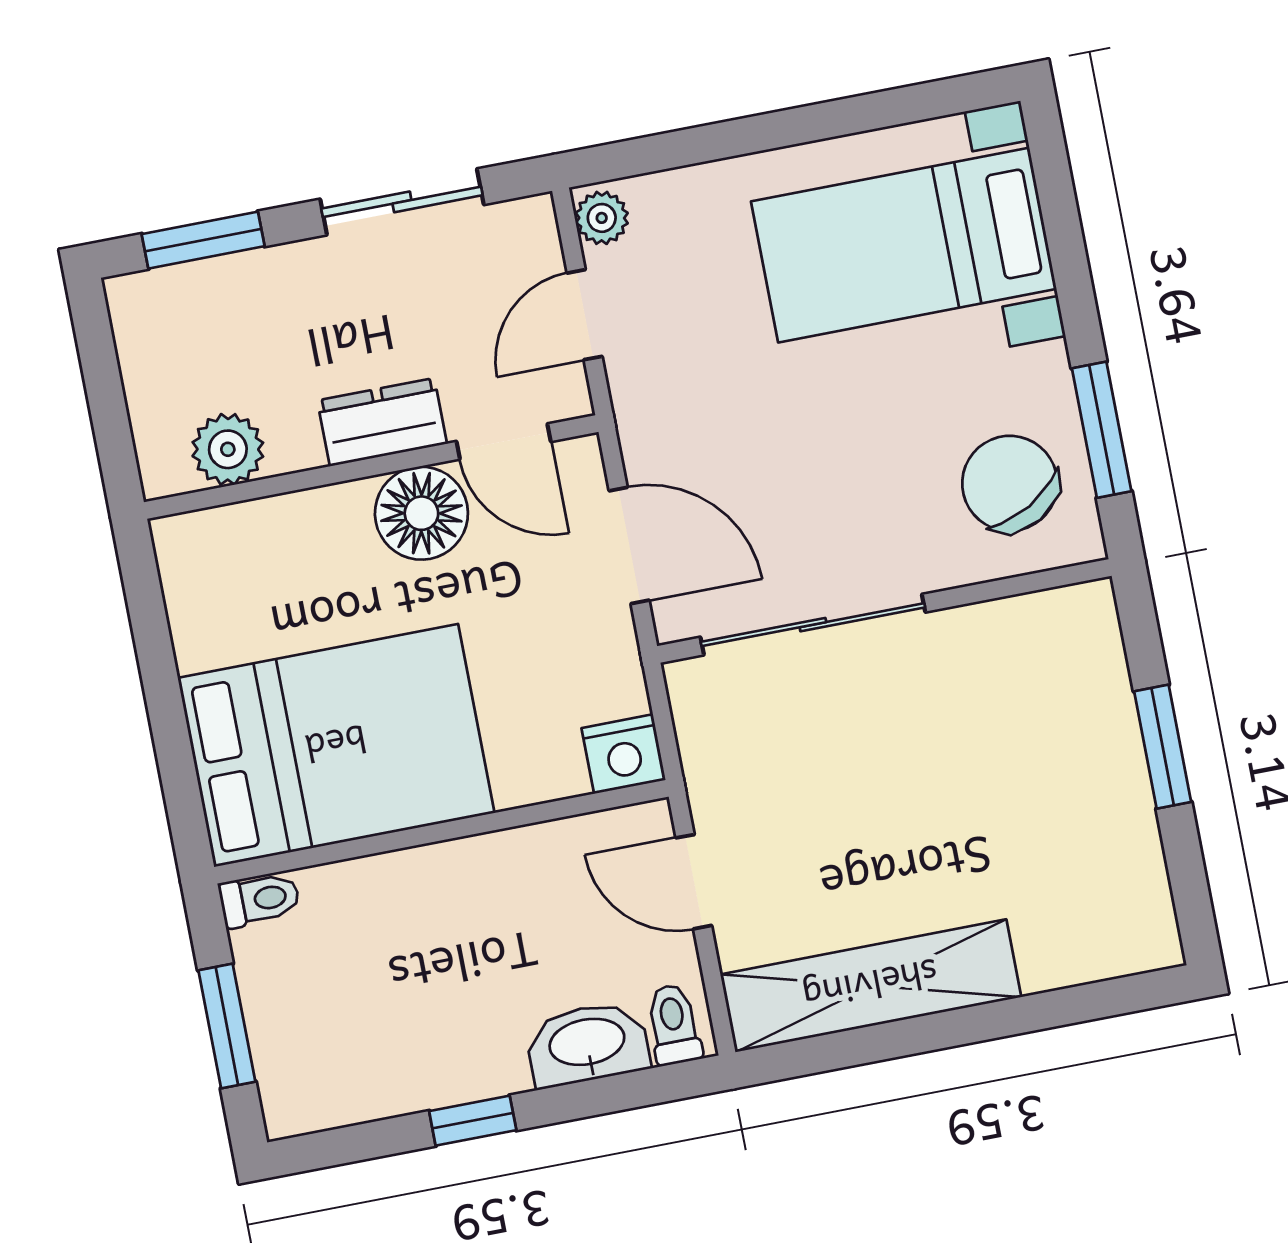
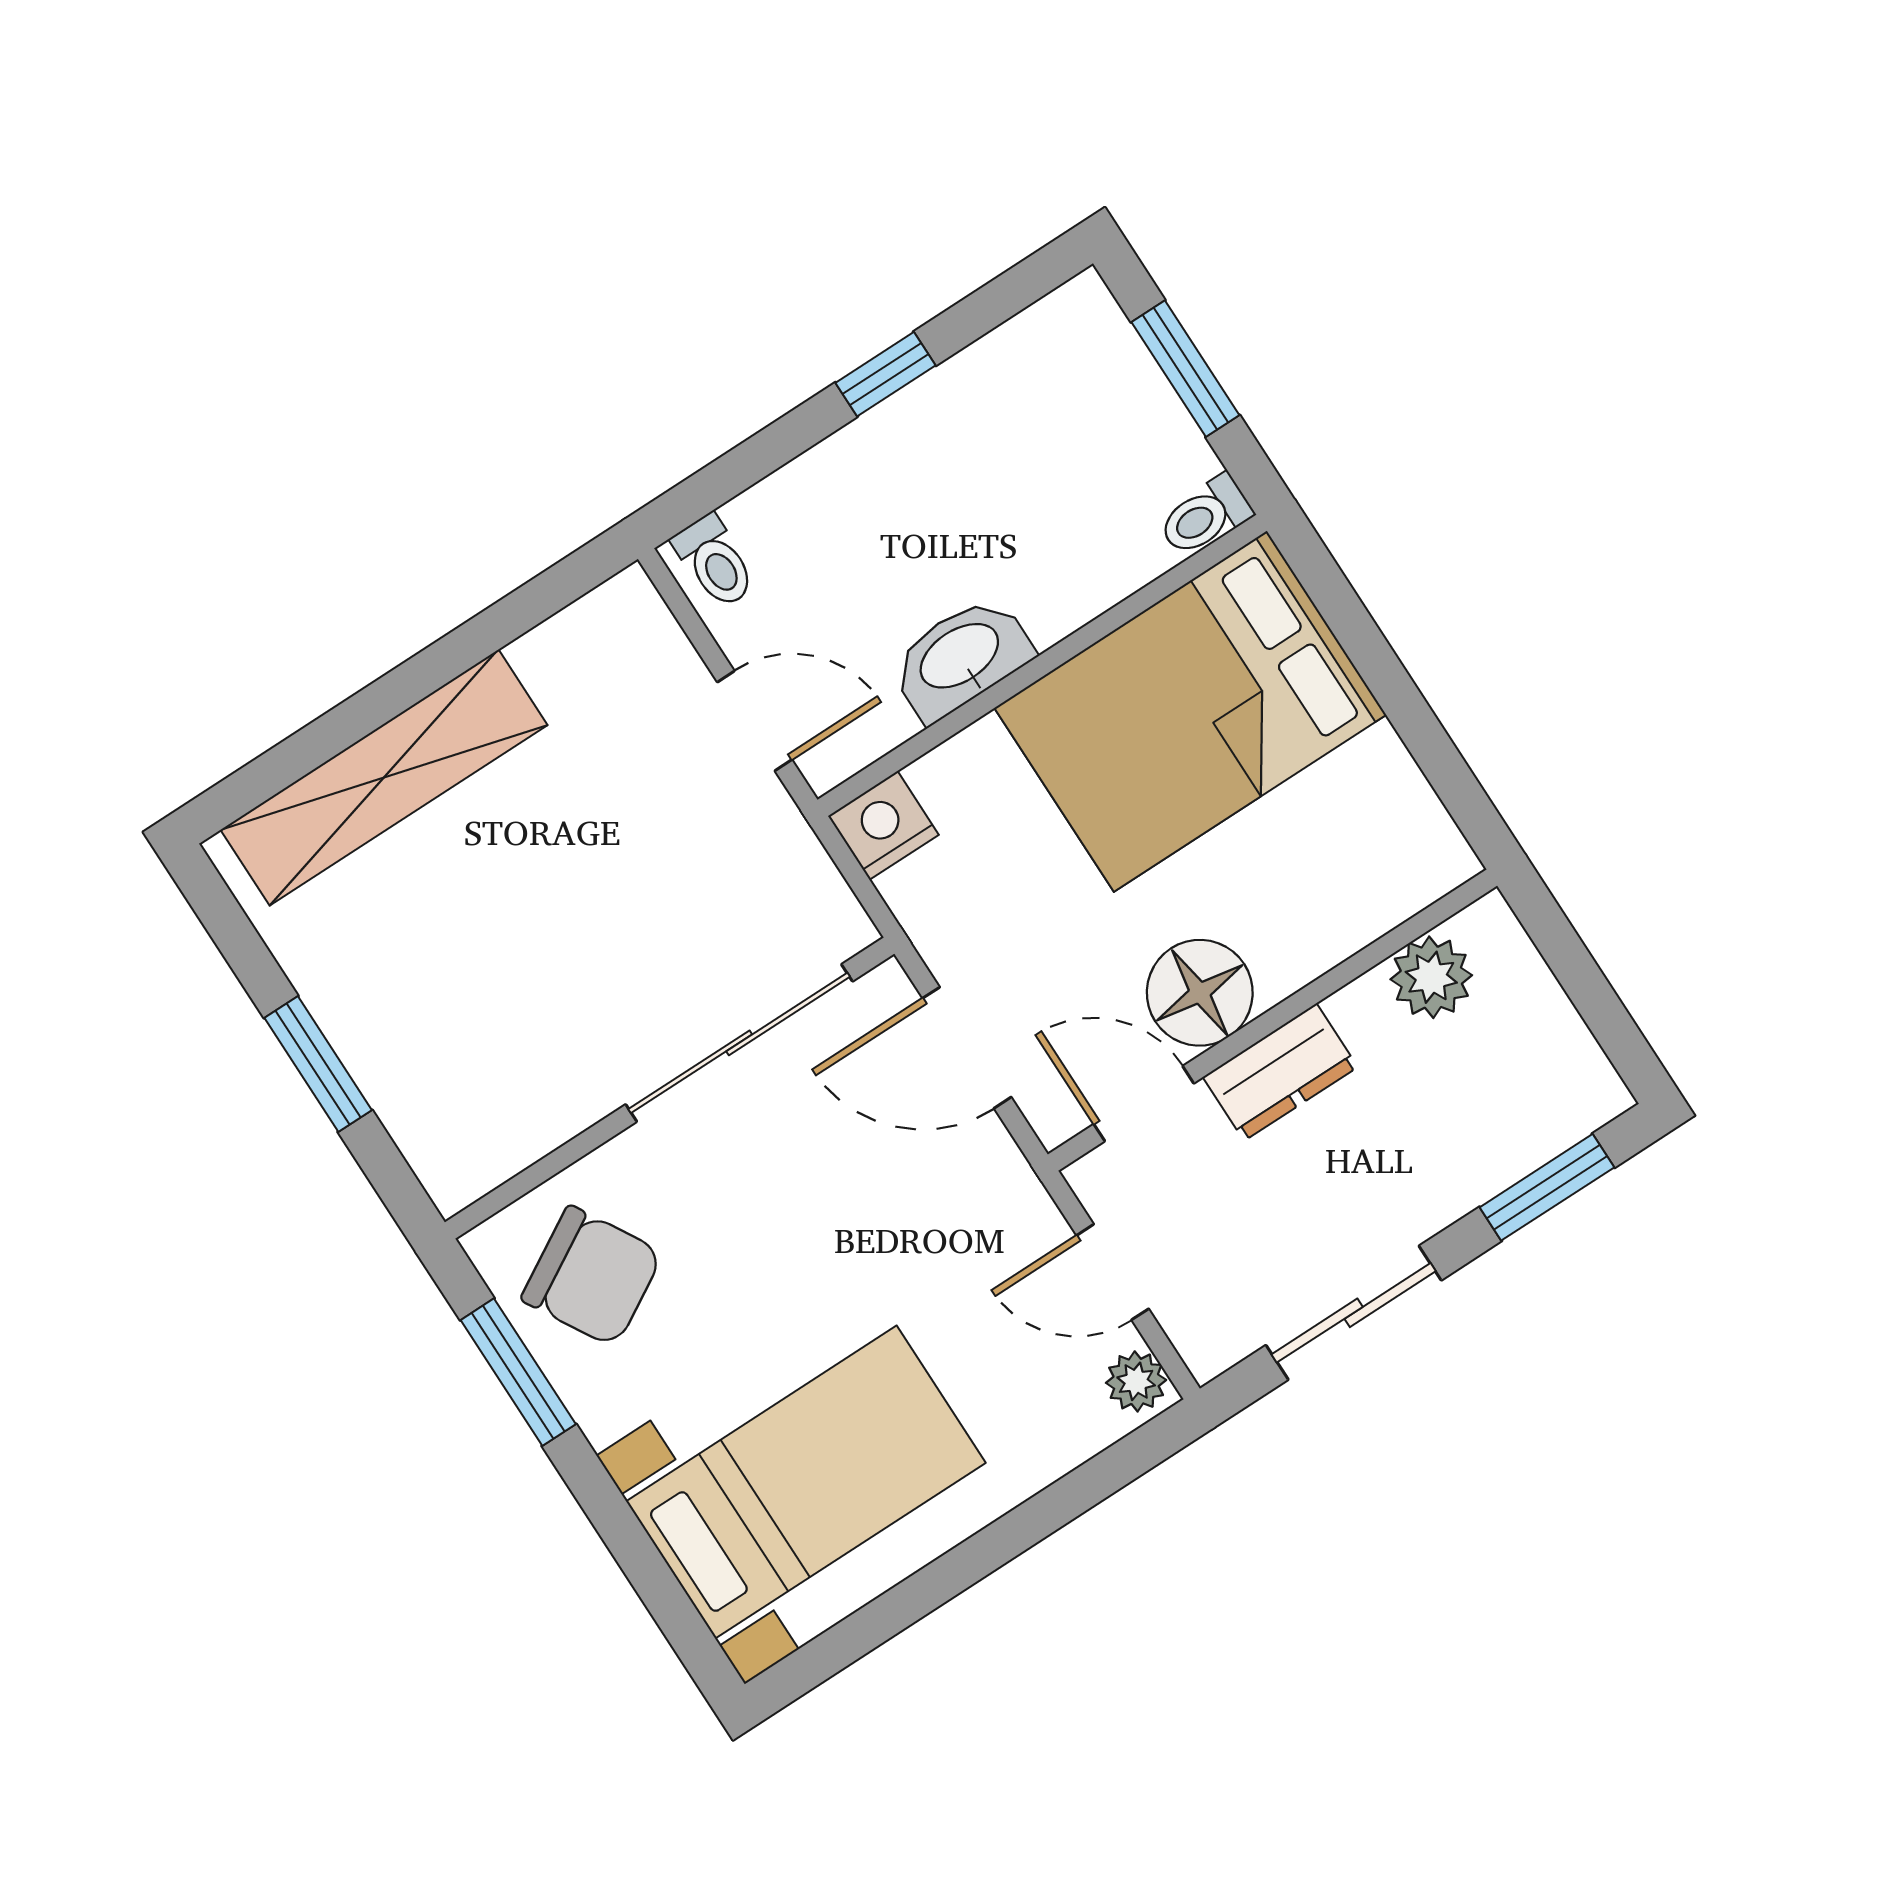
door: (585, 315) -> (1113, 1272), swing flipped
shelving: (871, 986) -> (384, 777), moved
washbasin: (587, 1044) -> (961, 658), moved, turned 180

